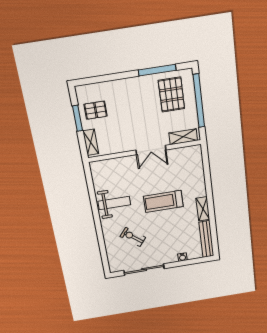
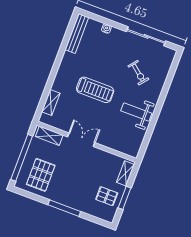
window: (157, 70) -> (64, 208), moved
shelving: (203, 209) -> (51, 102), moved

